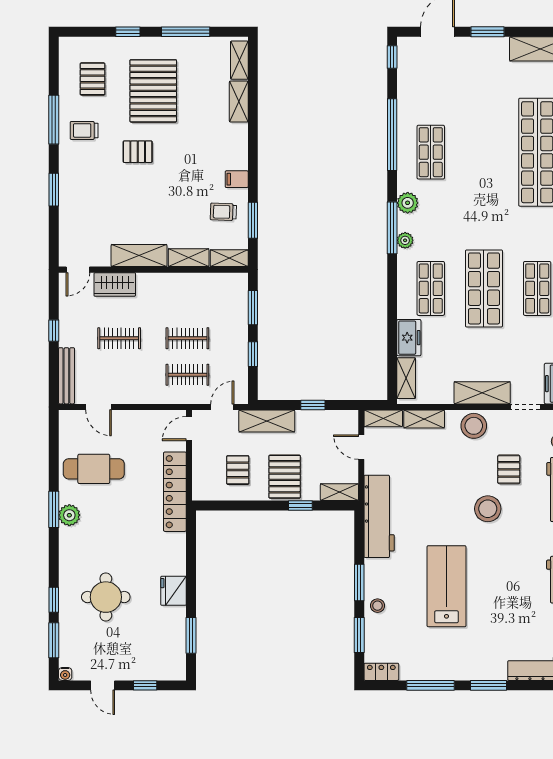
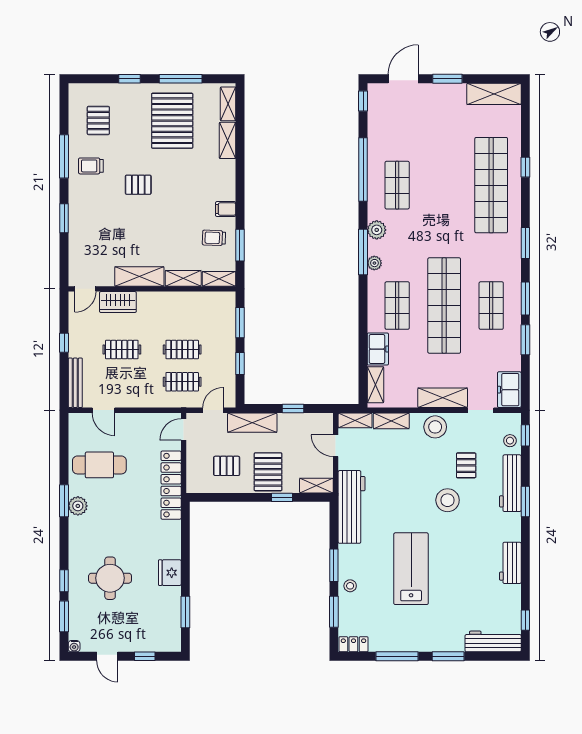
pallet: (153, 91) -> (172, 121), moved
shop shelf: (484, 288) -> (444, 306), width x1.40
pallet: (238, 470) -> (227, 466), turned 90

